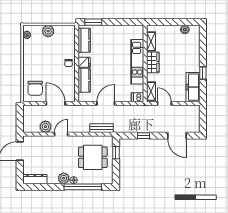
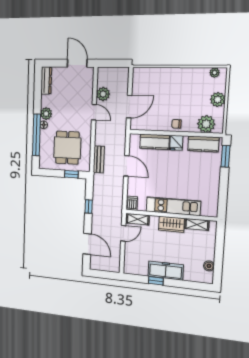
plant: (68, 39) -> (206, 124), added
freezer: (193, 87) -> (166, 271), moved
chair: (35, 88) -> (148, 82), removed
door: (177, 136) -> (87, 244), swing flipped

